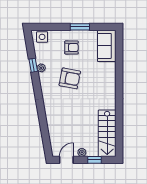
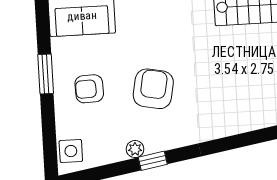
armchair: (72, 47) -> (89, 89), turned -92
window: (33, 65) -> (153, 161), moved

